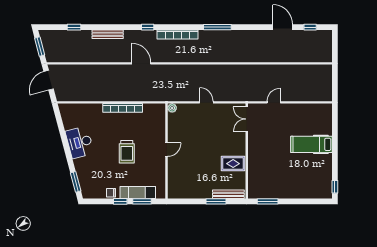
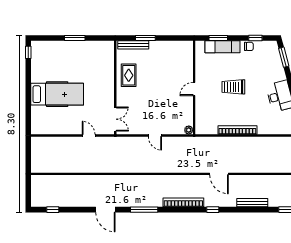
door: (283, 27) -> (105, 210), moved
door: (274, 102) -> (89, 136), swing flipped
hospital bed: (312, 144) -> (57, 94), width x1.37, depth x1.29
trolley: (127, 152) -> (233, 87), turned -90
rug: (233, 164) -> (129, 75), turned 90
window: (120, 201) -> (255, 38), moved
window: (268, 201) -> (75, 38), moved

